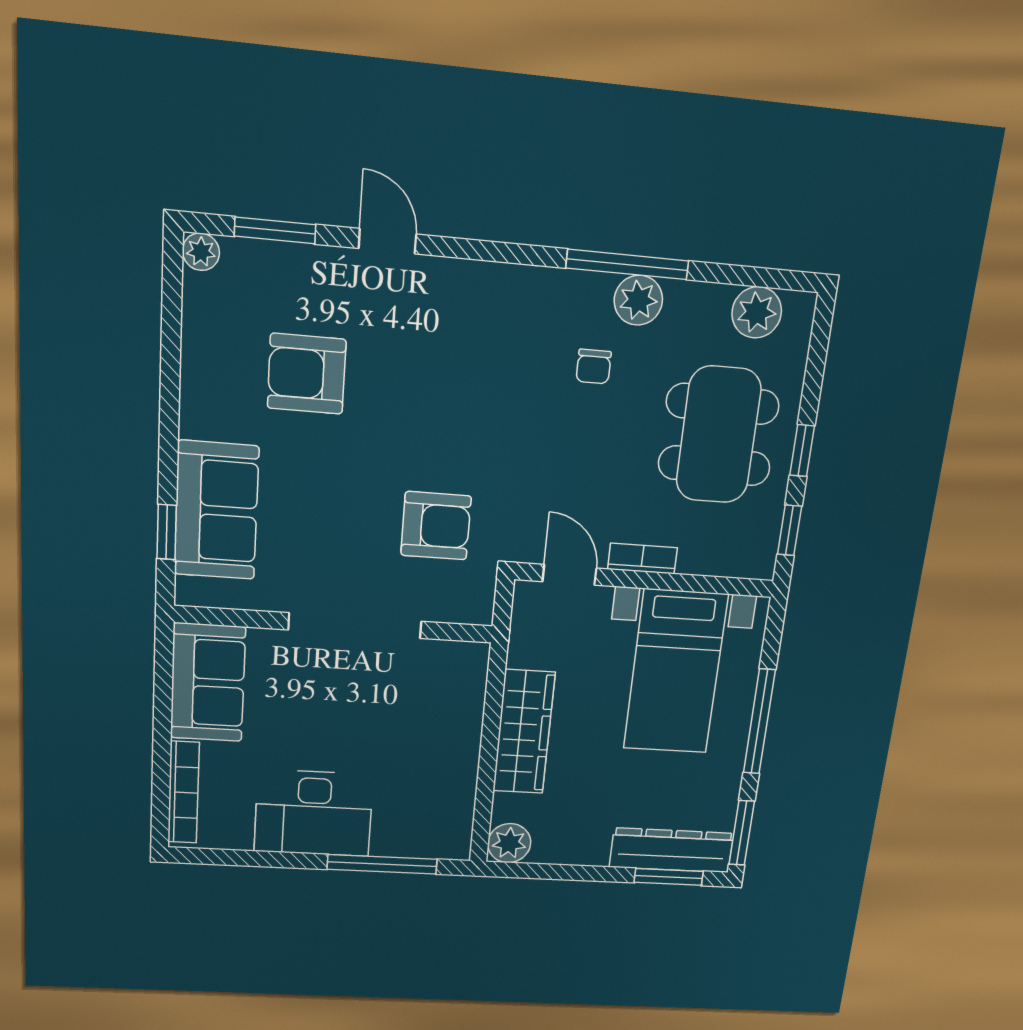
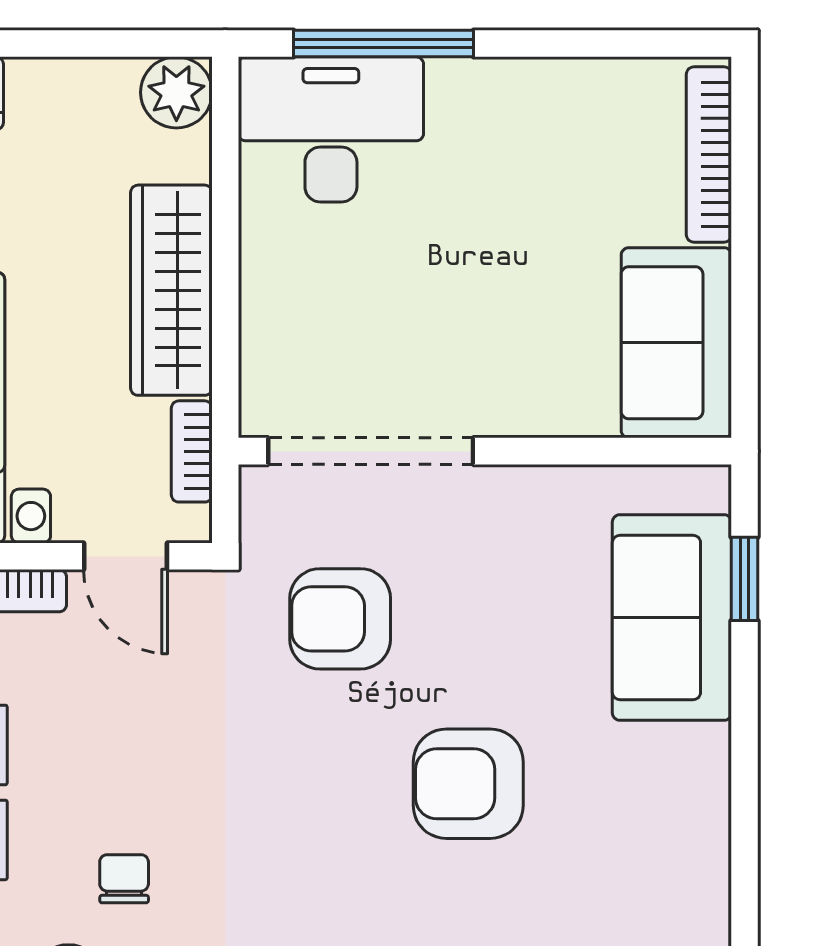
armchair: (307, 374) -> (468, 784), moved, turned 180
doorway: (355, 626) -> (371, 451), moved
bookcase: (521, 636) -> (192, 451), added
desk: (314, 813) -> (331, 129), moved

